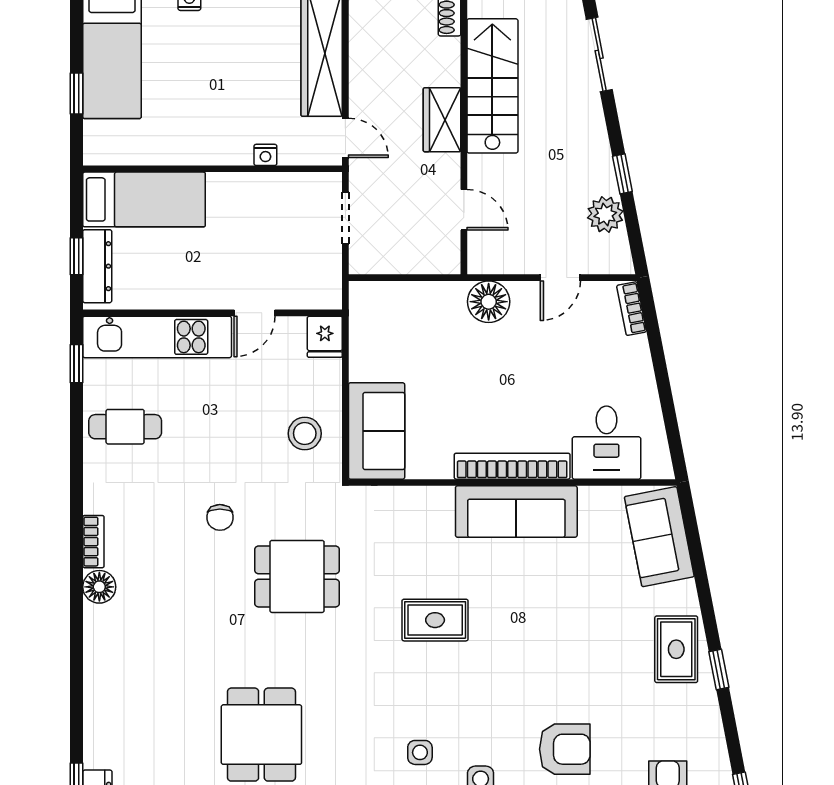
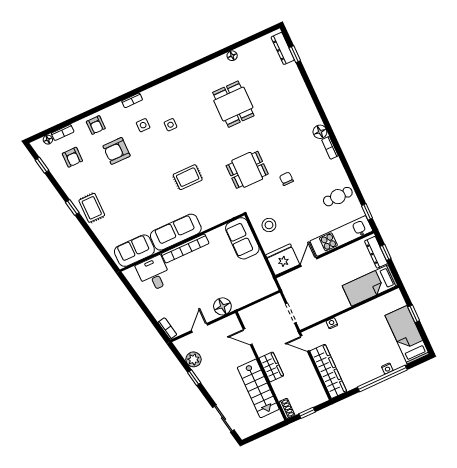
fridge: (325, 337) -> (283, 260), width x1.88, depth x1.34
sofa: (659, 537) -> (134, 251), moved, turned -79

